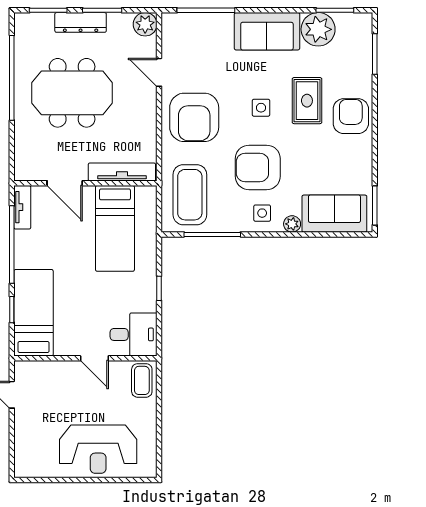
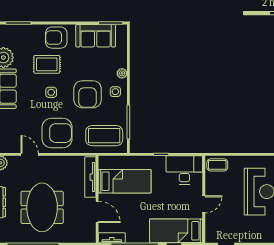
door: (159, 72) -> (30, 154), swing flipped
door: (65, 183) -> (97, 212), hinge flipped
sofa: (334, 214) -> (96, 36), moved, turned -90
desk: (134, 334) -> (184, 170), width x1.37
door: (94, 358) -> (204, 204), moved

